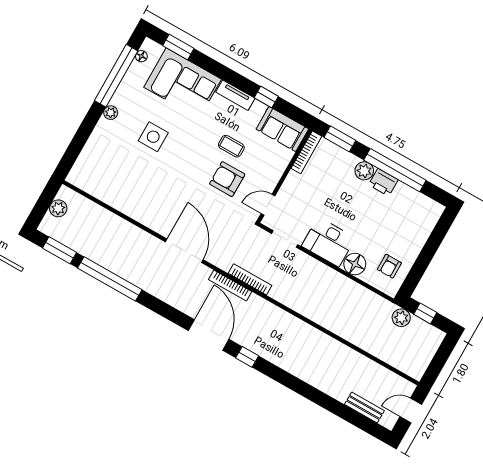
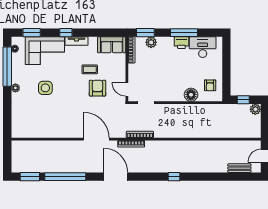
window: (266, 97) -> (66, 33), moved
window: (395, 170) -> (184, 33), width x0.68
plant: (364, 171) -> (151, 42), moved
armchair: (227, 179) -> (97, 88), turned 90
door: (268, 205) -> (127, 89), hinge flipped
plant: (58, 208) -> (16, 155), removed
desk: (328, 242) -> (203, 47), moved, turned 180
plant: (401, 318) -> (255, 109), moved
door: (209, 335) -> (116, 177), moved
window: (247, 357) -> (174, 177), moved

